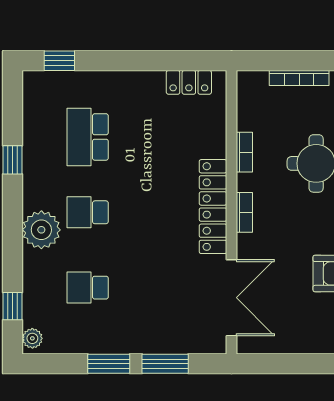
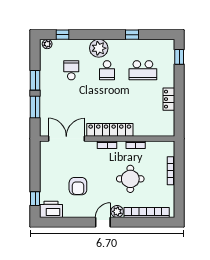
locker: (189, 82) -> (169, 99), moved
school desk: (88, 137) -> (143, 70), turned 180
school desk: (88, 212) -> (107, 70), turned 180
double door: (231, 298) -> (66, 139), swing flipped

